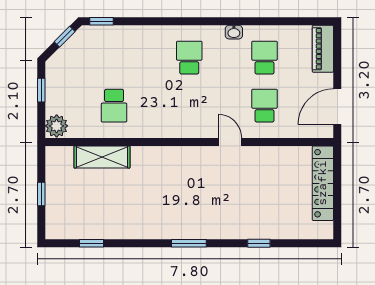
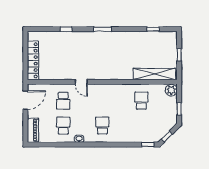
school desk: (189, 58) -> (102, 126), turned 180
school desk: (264, 58) -> (63, 126), turned 180
shelving: (102, 157) -> (154, 74), width x1.47

